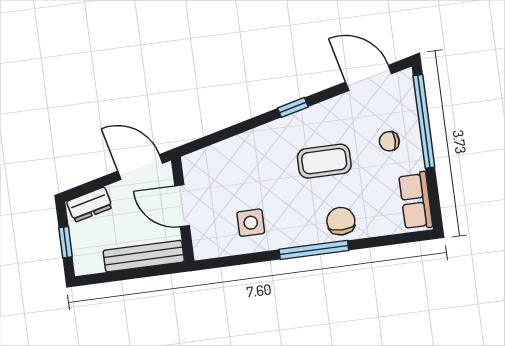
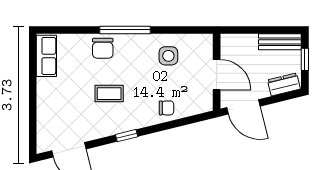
window: (424, 121) -> (33, 113), removed
chair: (389, 141) -> (166, 108), moved
coffee table: (324, 161) -> (109, 94), width x0.73, depth x0.77
bench: (144, 256) -> (280, 42), moved, width x0.73

